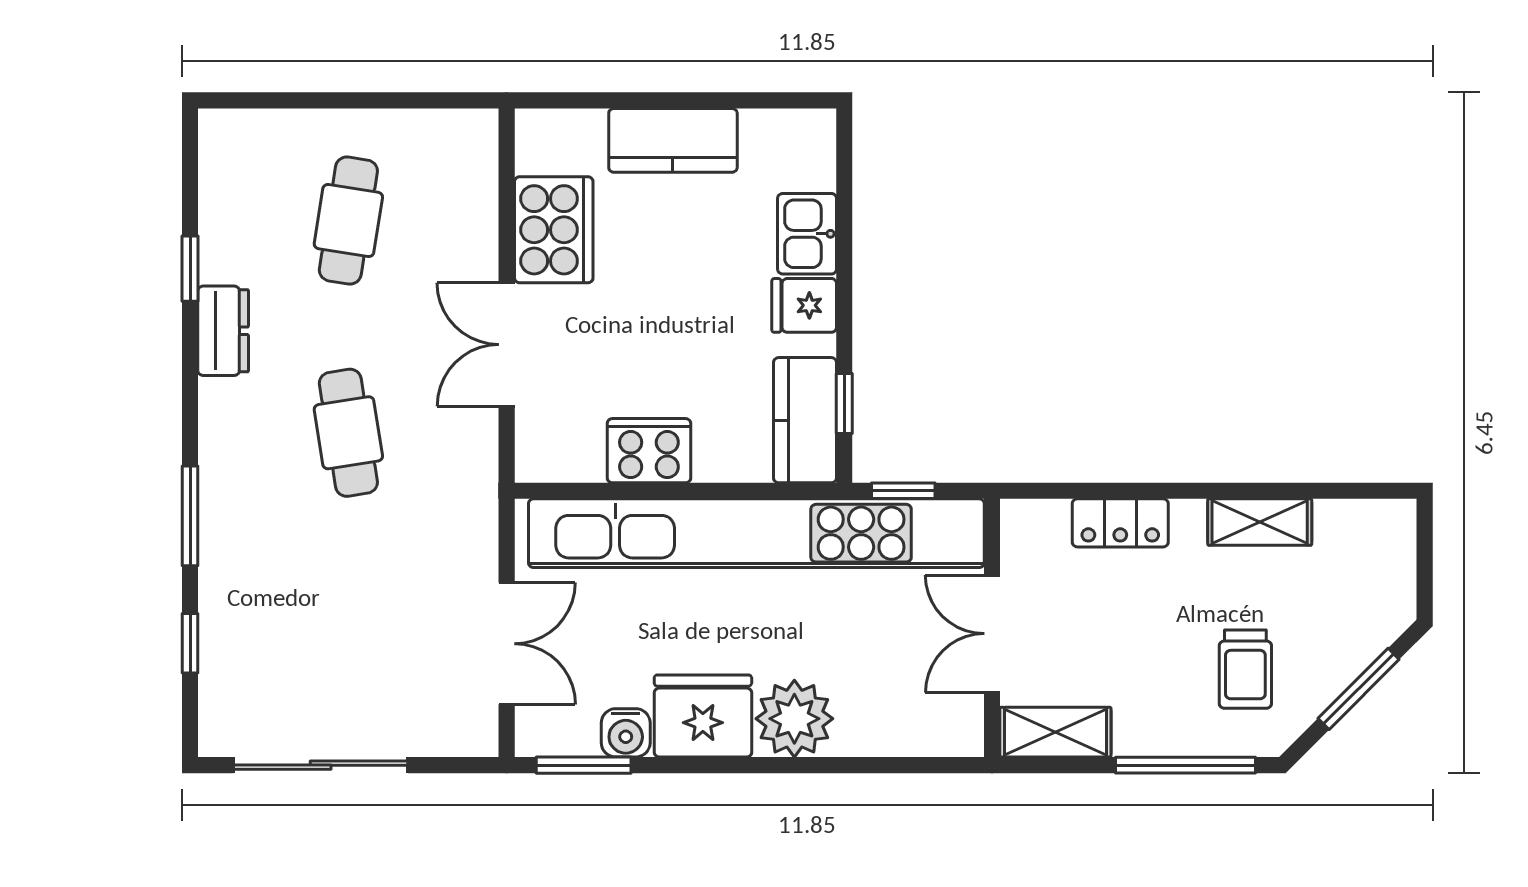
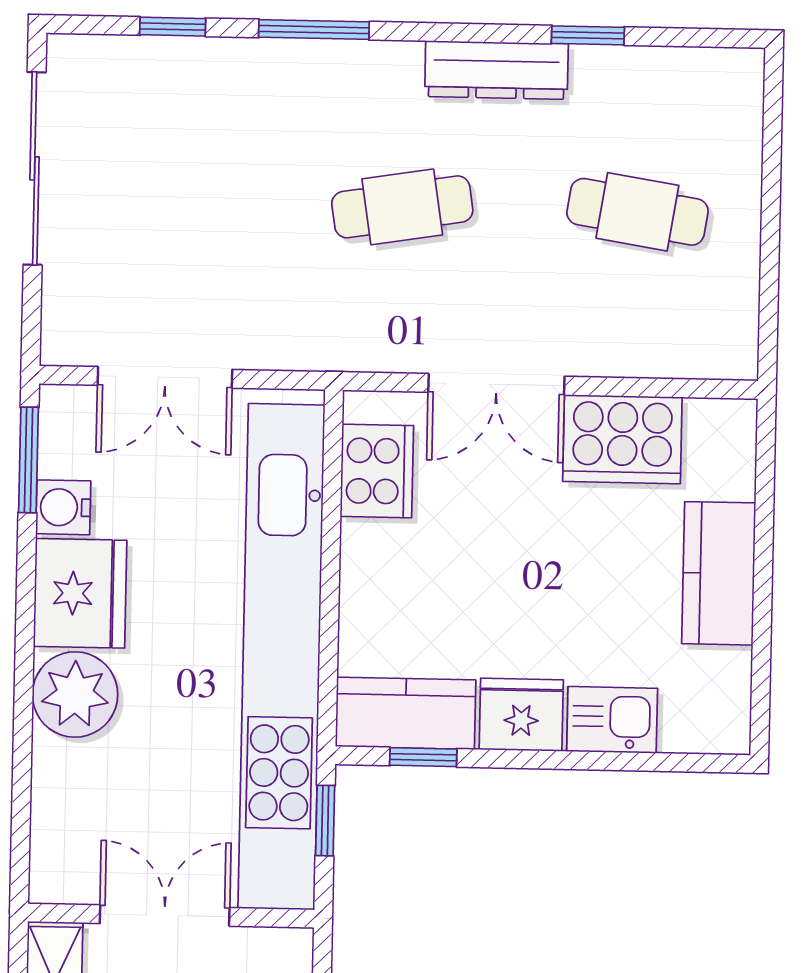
fridge: (804, 305) -> (521, 715), width x1.38
dresser: (223, 331) -> (496, 70), width x1.44
double door: (507, 345) -> (496, 384), swing flipped
cooker: (649, 451) -> (377, 471), moved

